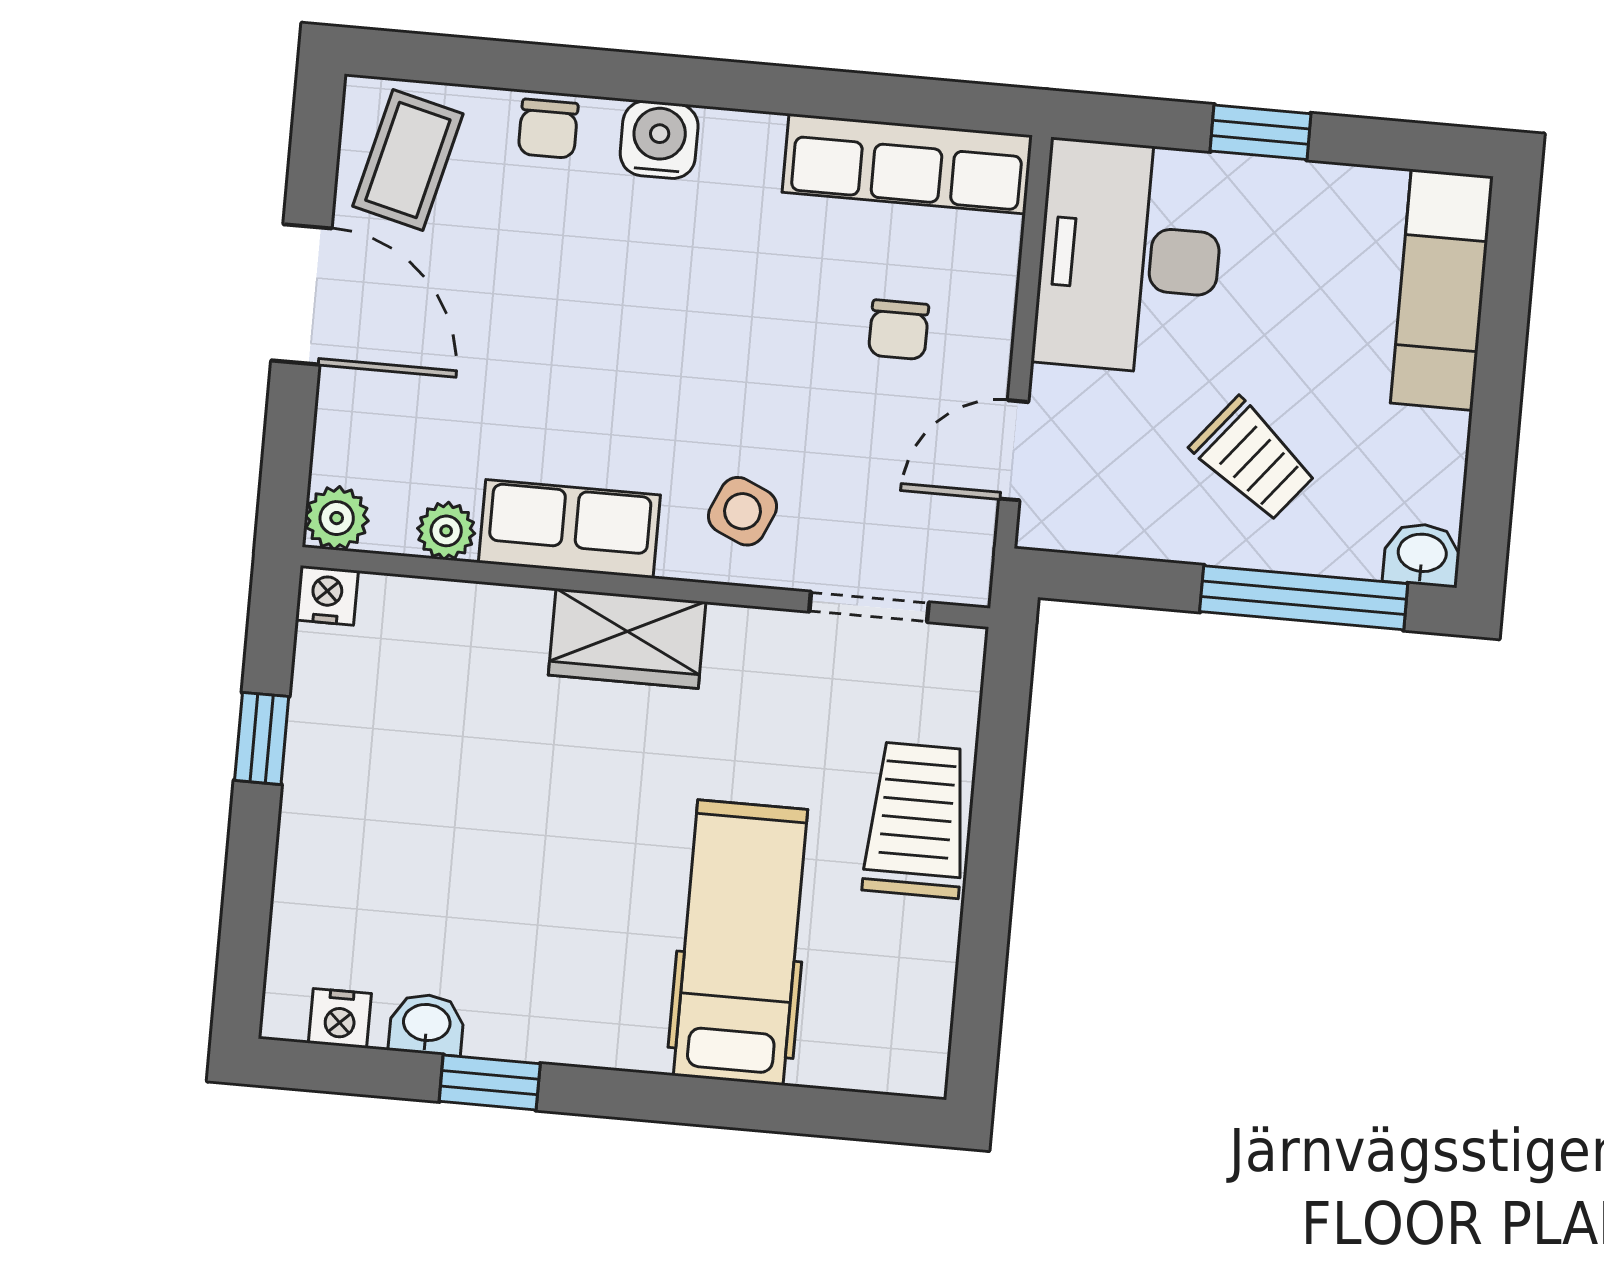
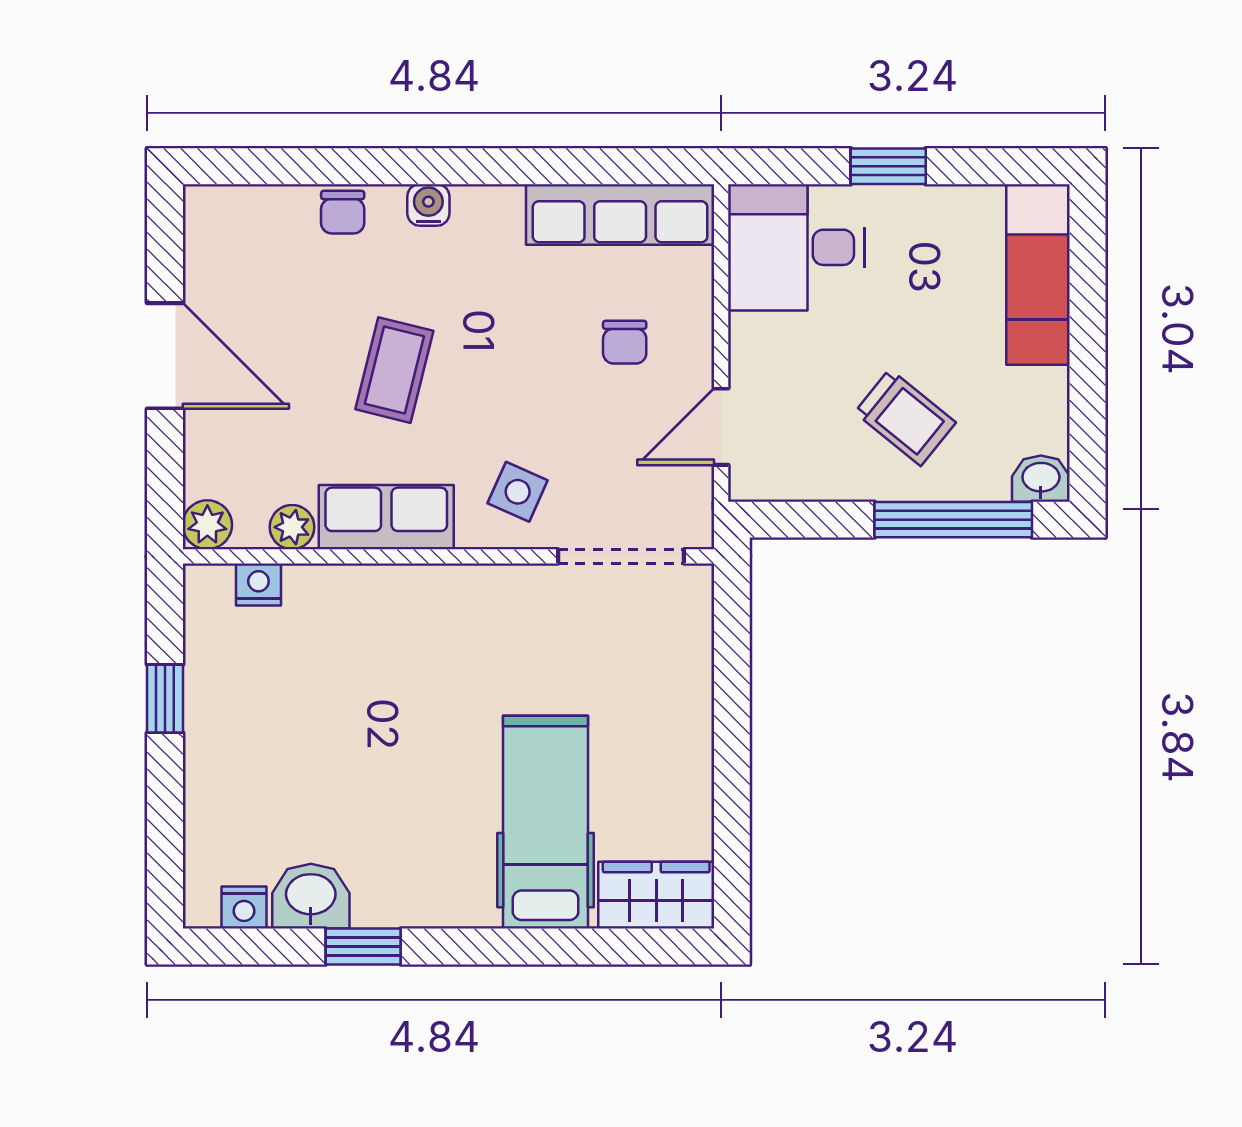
water cooler: (659, 140) -> (428, 205), width x0.72, depth x0.72
coffee table: (408, 160) -> (394, 370), moved
desk: (1129, 257) -> (796, 247), width x0.73
nightstand: (327, 595) -> (258, 585), moved
doorway: (869, 607) -> (621, 556), width x1.38
wardrobe: (627, 638) -> (656, 895), moved, turned 180
trolley: (917, 820) -> (672, 716), removed
washbasin: (427, 1024) -> (311, 896), width x1.38, depth x1.45

